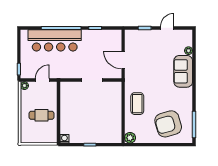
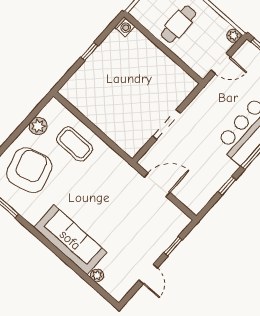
sofa: (183, 71) -> (70, 240), width x1.36
door: (42, 80) -> (221, 64), hinge flipped
coffee table: (137, 104) -> (75, 144), moved
plant: (130, 138) -> (38, 126), moved

